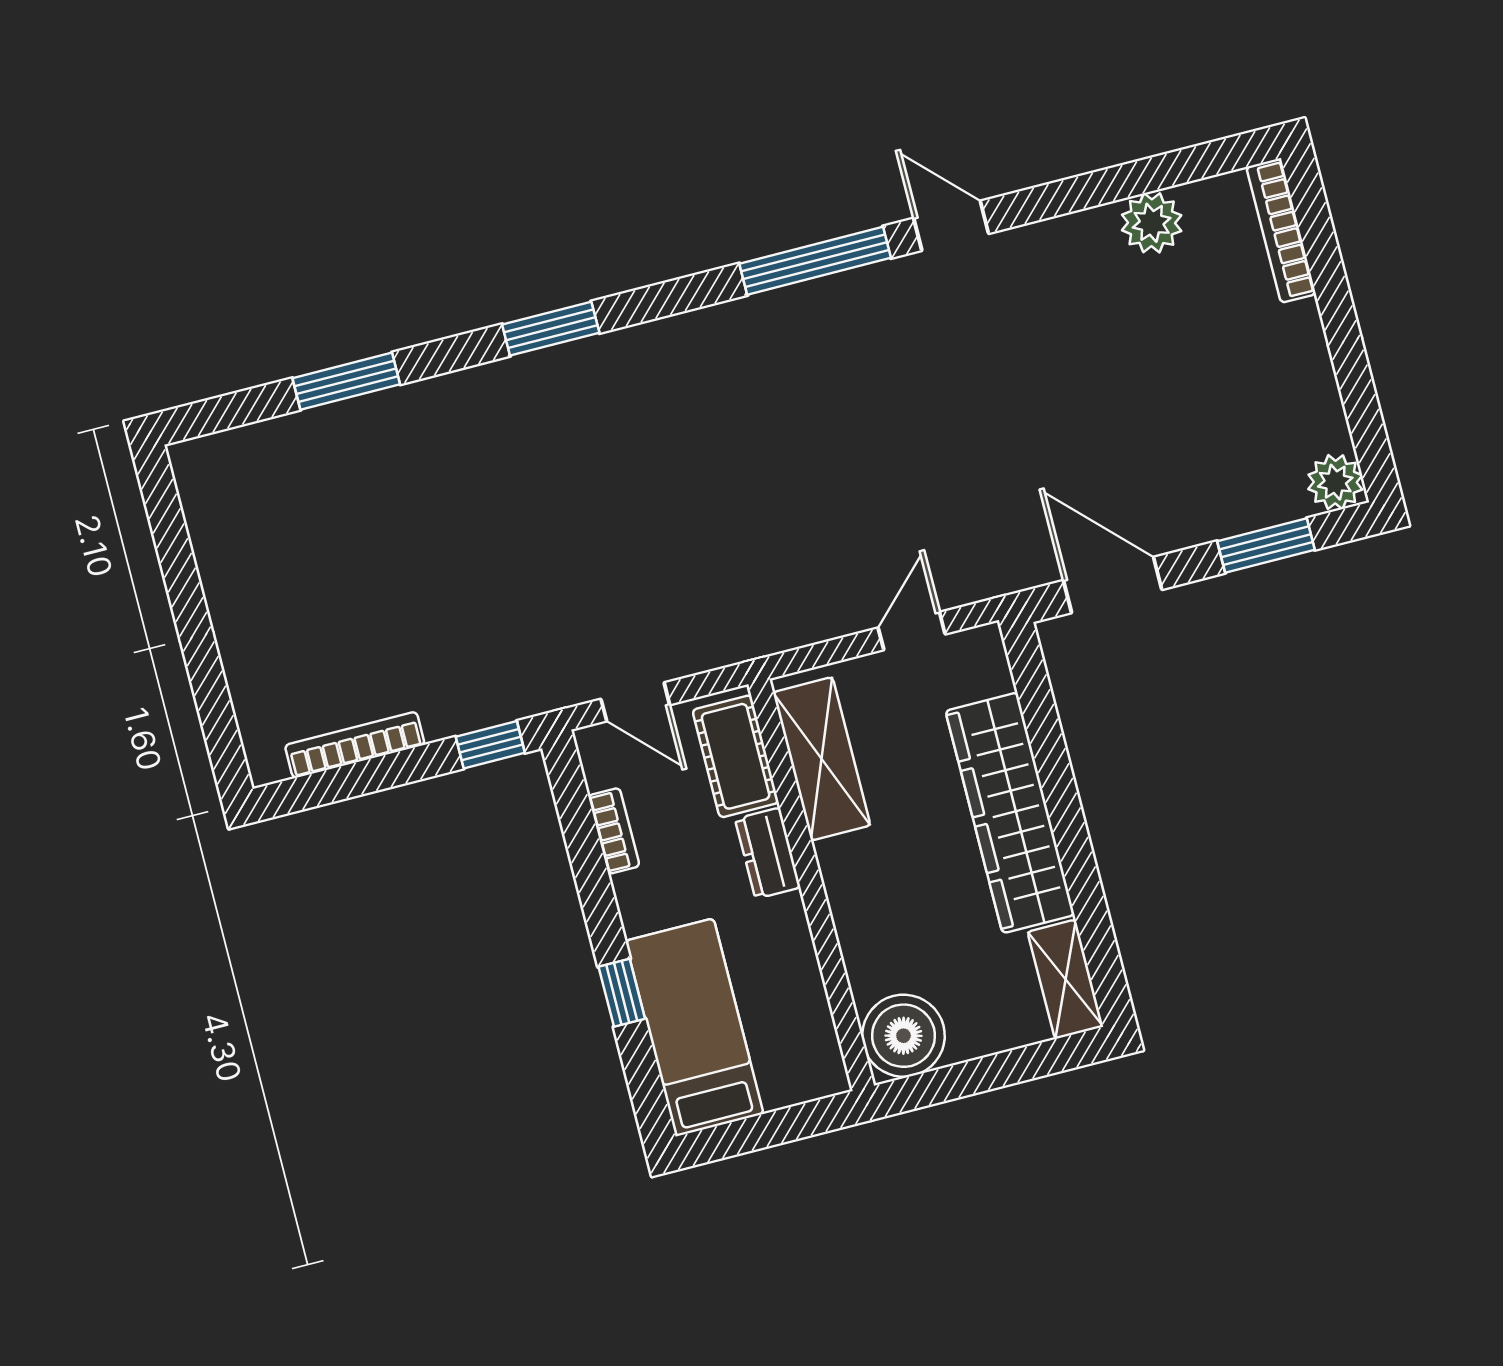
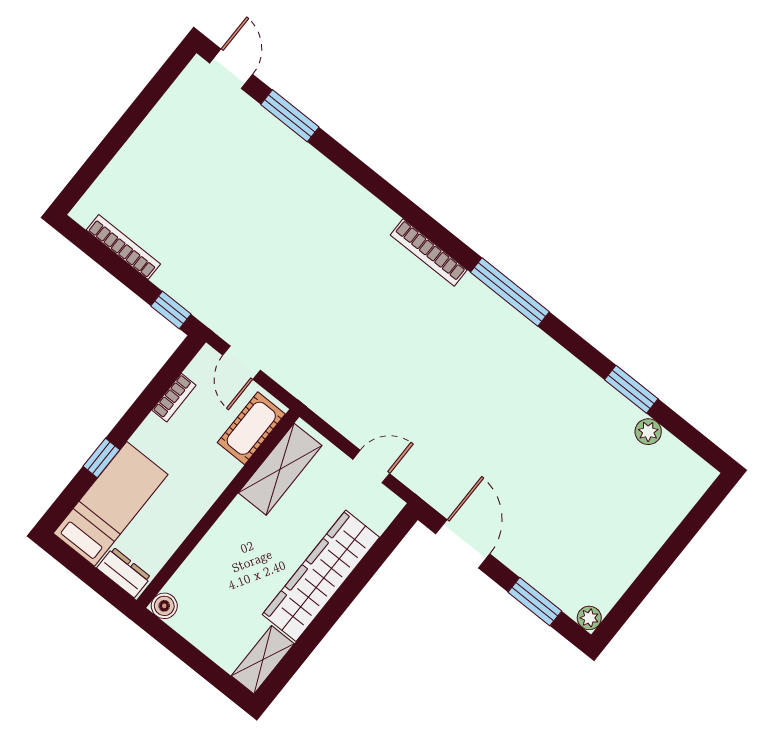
plant: (1152, 223) -> (648, 432), width x0.73, depth x0.73
door: (951, 226) -> (231, 69), moved
bookcase: (1281, 231) -> (429, 253), moved, turned -90
window: (551, 329) -> (631, 389), moved
plant: (1335, 482) -> (589, 618), width x0.73, depth x0.73
dresser: (768, 853) -> (124, 573), moved, turned 90
boiler: (903, 1036) -> (164, 606), width x0.54, depth x0.54

